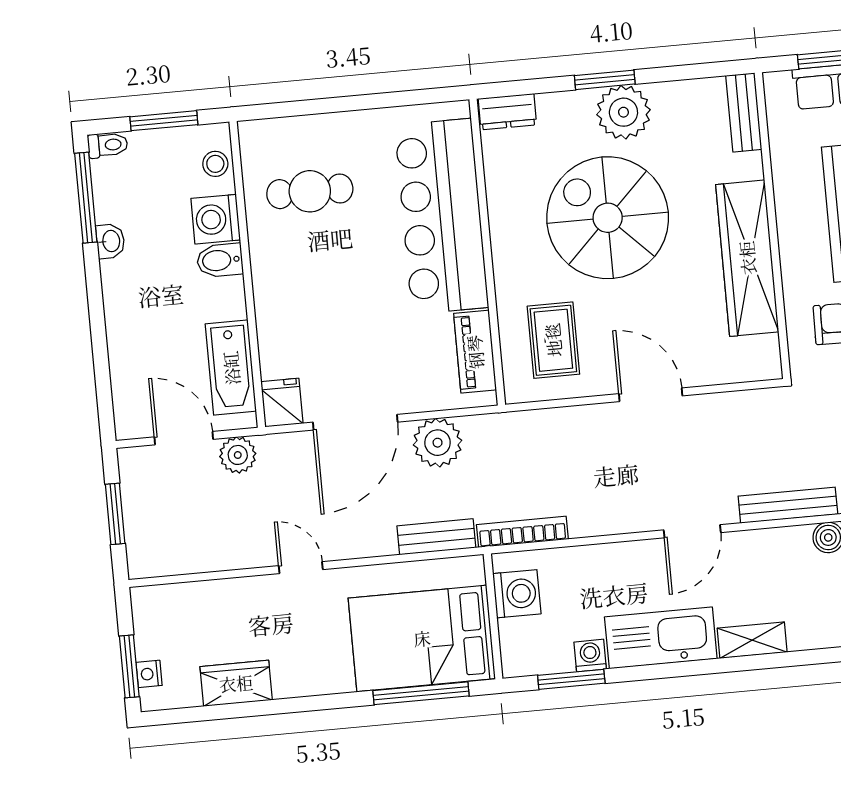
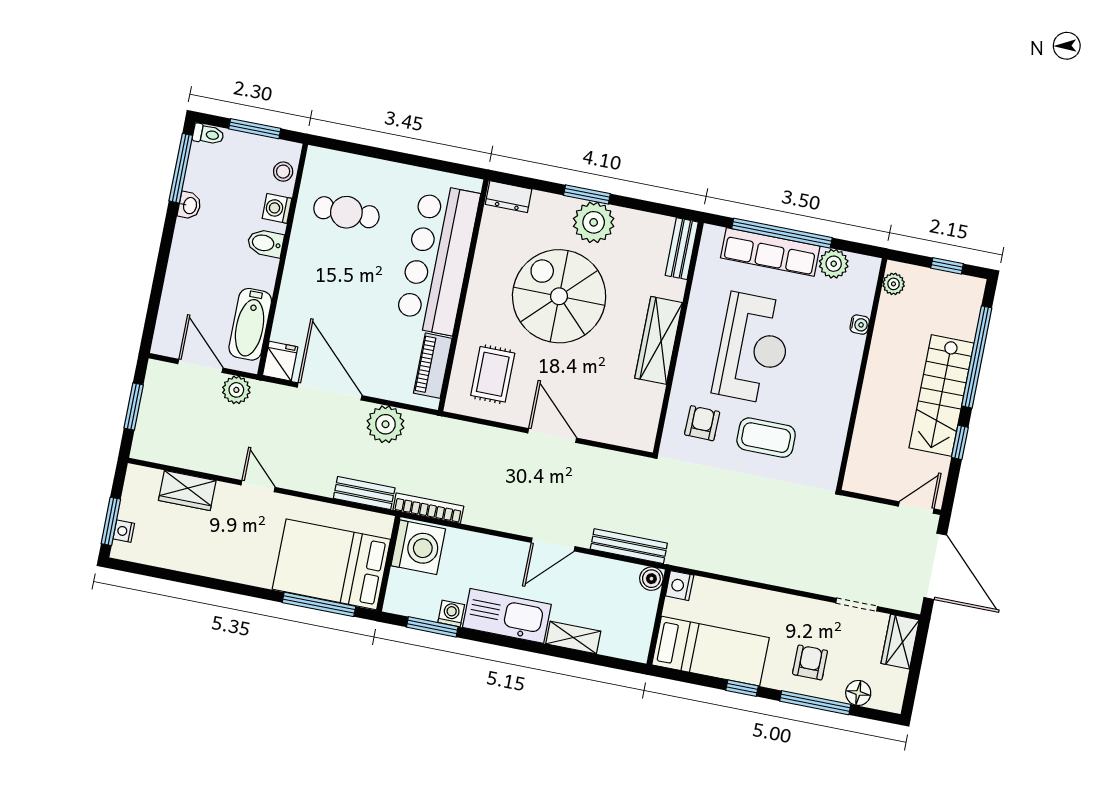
washing machine: (216, 219) -> (277, 208), width x0.73, depth x0.73
wardrobe: (747, 258) -> (659, 340), width x0.71, depth x0.85
door: (355, 422) -> (330, 391), swing flipped
washing machine: (517, 594) -> (418, 547), width x1.37, depth x1.37
wardrobe: (236, 683) -> (187, 490), moved, turned 180

